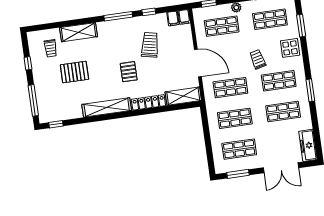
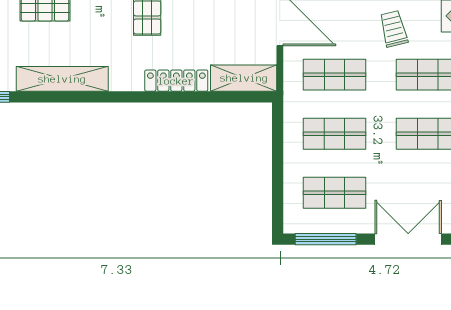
shelving: (107, 107) -> (62, 79), moved
double door: (281, 168) -> (408, 239), swing flipped
window: (238, 174) -> (326, 239), width x1.44

